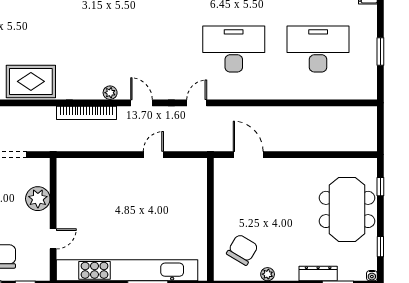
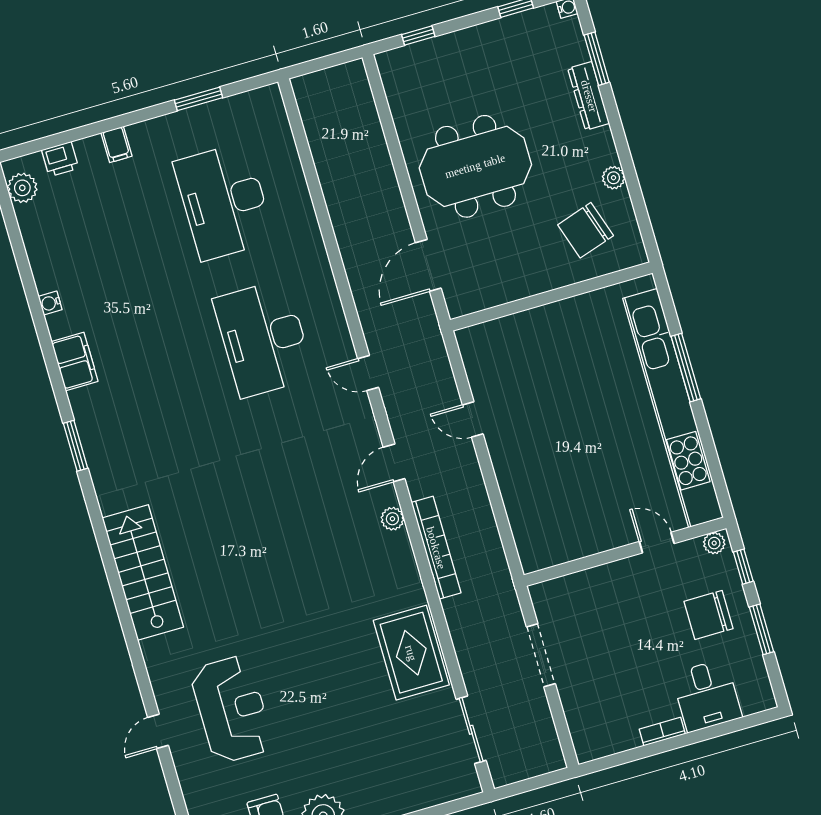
plant: (38, 199) -> (714, 543), moved, width x0.53, depth x0.53
meeting table: (347, 209) -> (475, 166), moved
chair: (242, 250) -> (586, 230), turned -49

